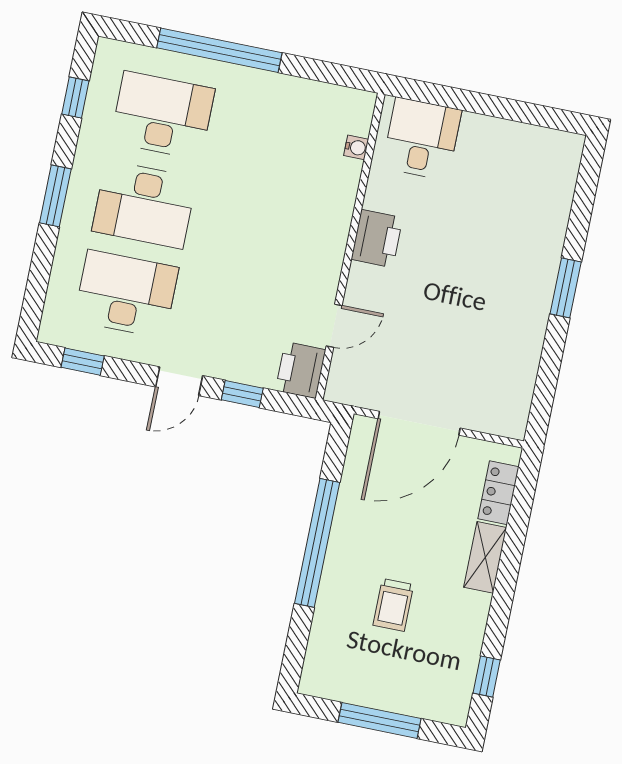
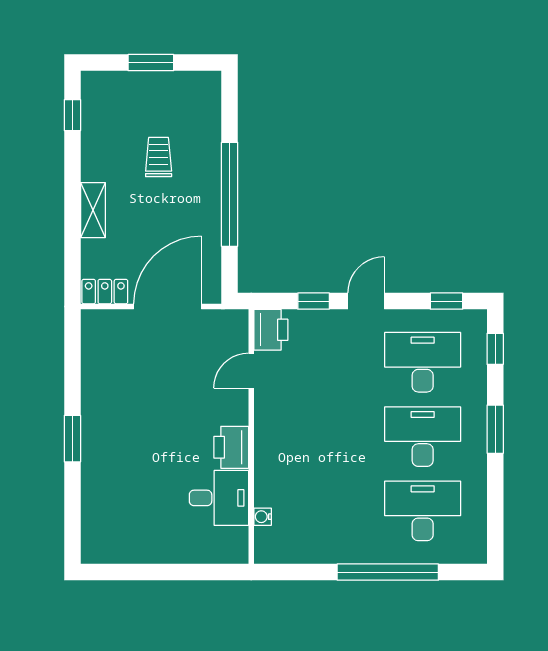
window: (75, 98) -> (495, 349), moved
desk: (163, 115) -> (423, 511), turned 180
desk: (422, 139) -> (219, 498), moved, turned -90
desk: (126, 294) -> (423, 362), turned 180
locker: (498, 493) -> (105, 292), moved, turned -90
window: (379, 720) -> (151, 63), width x0.69

